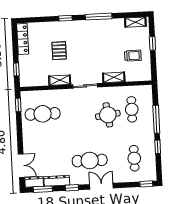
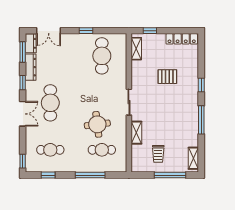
window: (152, 43) -> (170, 175), width x2.17
shelving: (60, 80) -> (136, 49), moved
window: (18, 105) -> (86, 31), moved
window: (158, 147) -> (48, 175), moved

